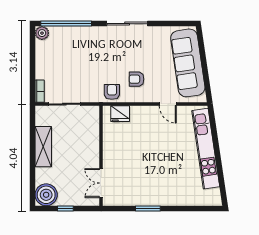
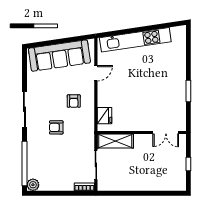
armchair: (112, 92) -> (56, 127), moved
shelving: (43, 147) -> (115, 141), moved
boiler: (46, 195) -> (176, 181), removed

